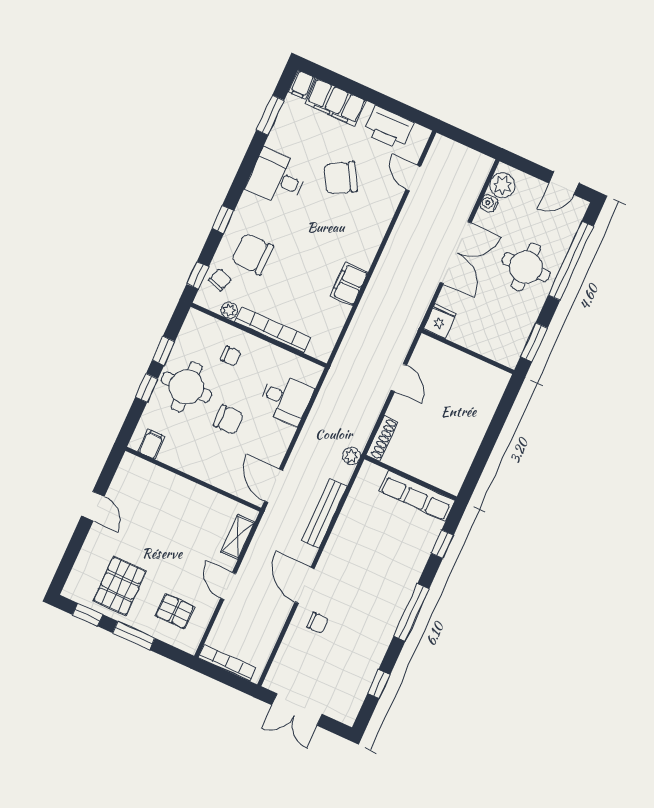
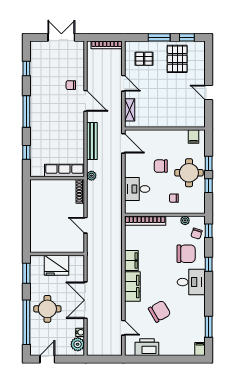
filing cabinet: (336, 102) -> (132, 286), moved, turned 90
desk: (277, 178) -> (191, 282), moved
fridge: (440, 321) -> (57, 265), moved, width x1.88, depth x1.34
bookcase: (273, 330) -> (145, 221), moved
row of seats: (417, 496) -> (64, 171), moved

